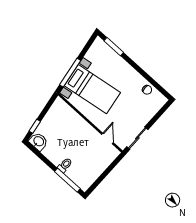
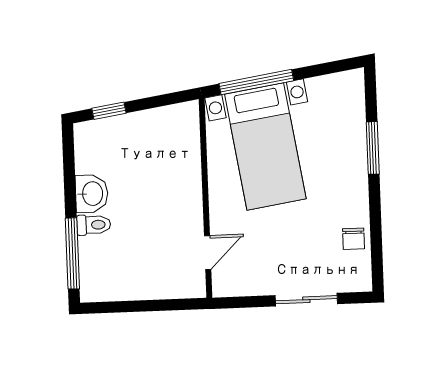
window: (114, 47) -> (373, 148), moved
sliding door: (137, 138) -> (306, 300), moved
washbasin: (38, 142) -> (92, 194), moved

